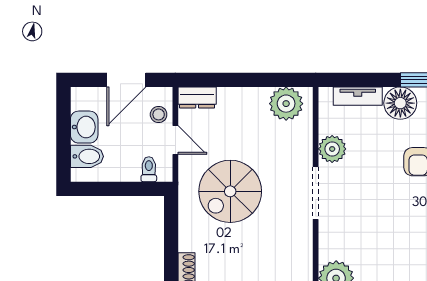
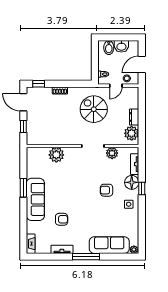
door: (126, 80) -> (142, 65), hinge flipped
dresser: (197, 97) -> (134, 117), moved

